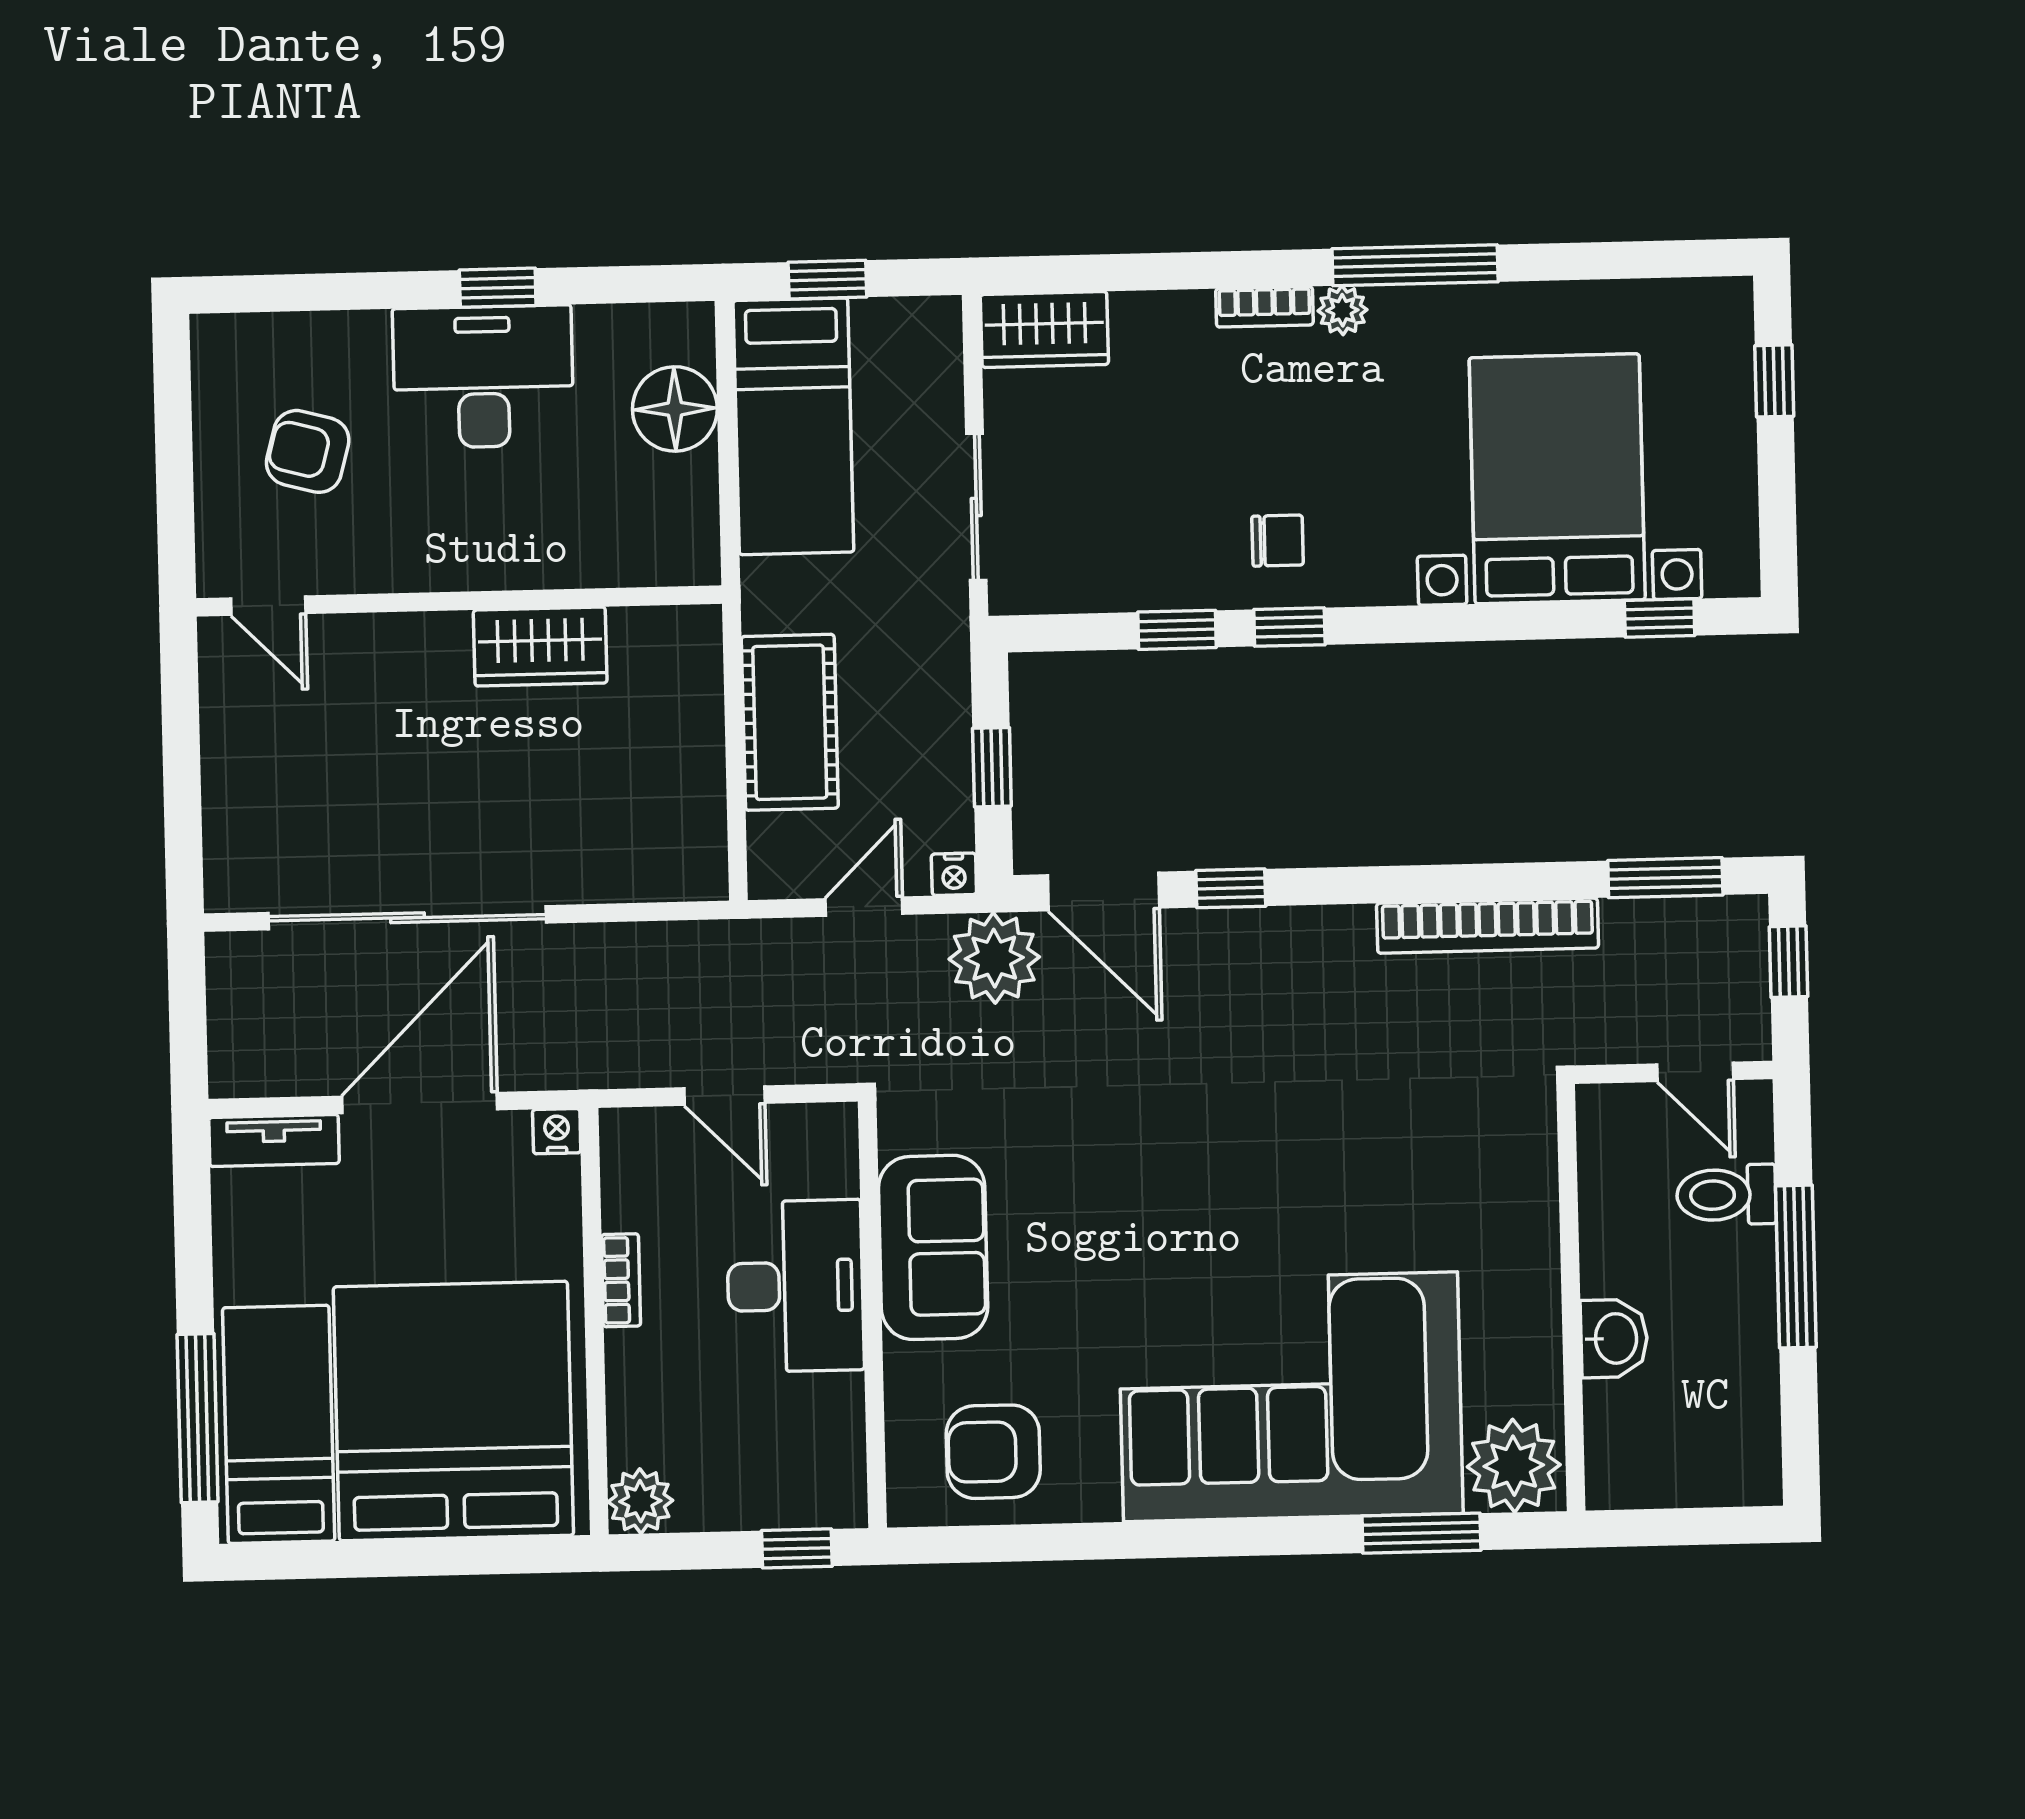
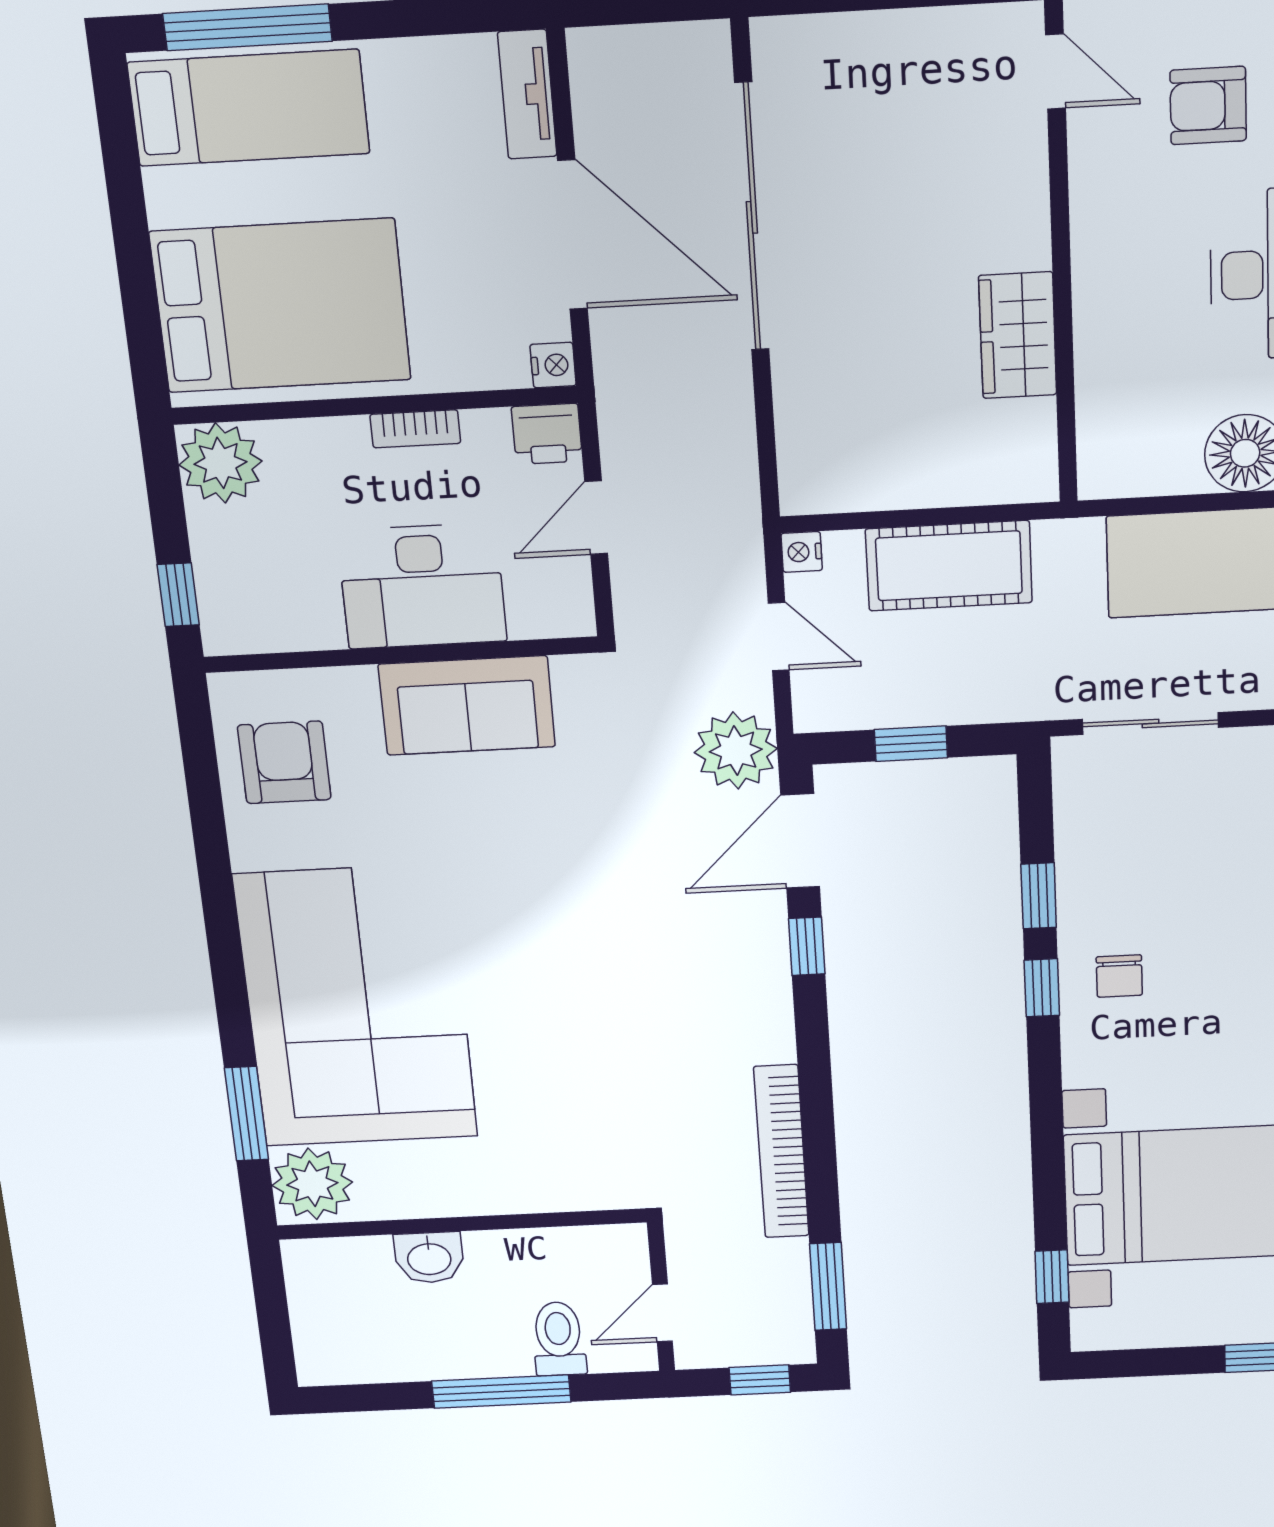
armchair: (308, 451) -> (1208, 106), turned -105
door: (268, 606) -> (1055, 71), swing flipped
nightstand: (954, 874) -> (802, 552), moved
printer: (631, 1142) -> (547, 434), added
bed: (453, 1411) -> (281, 306), width x0.73
plant: (640, 1501) -> (220, 463), width x1.36, depth x1.36

